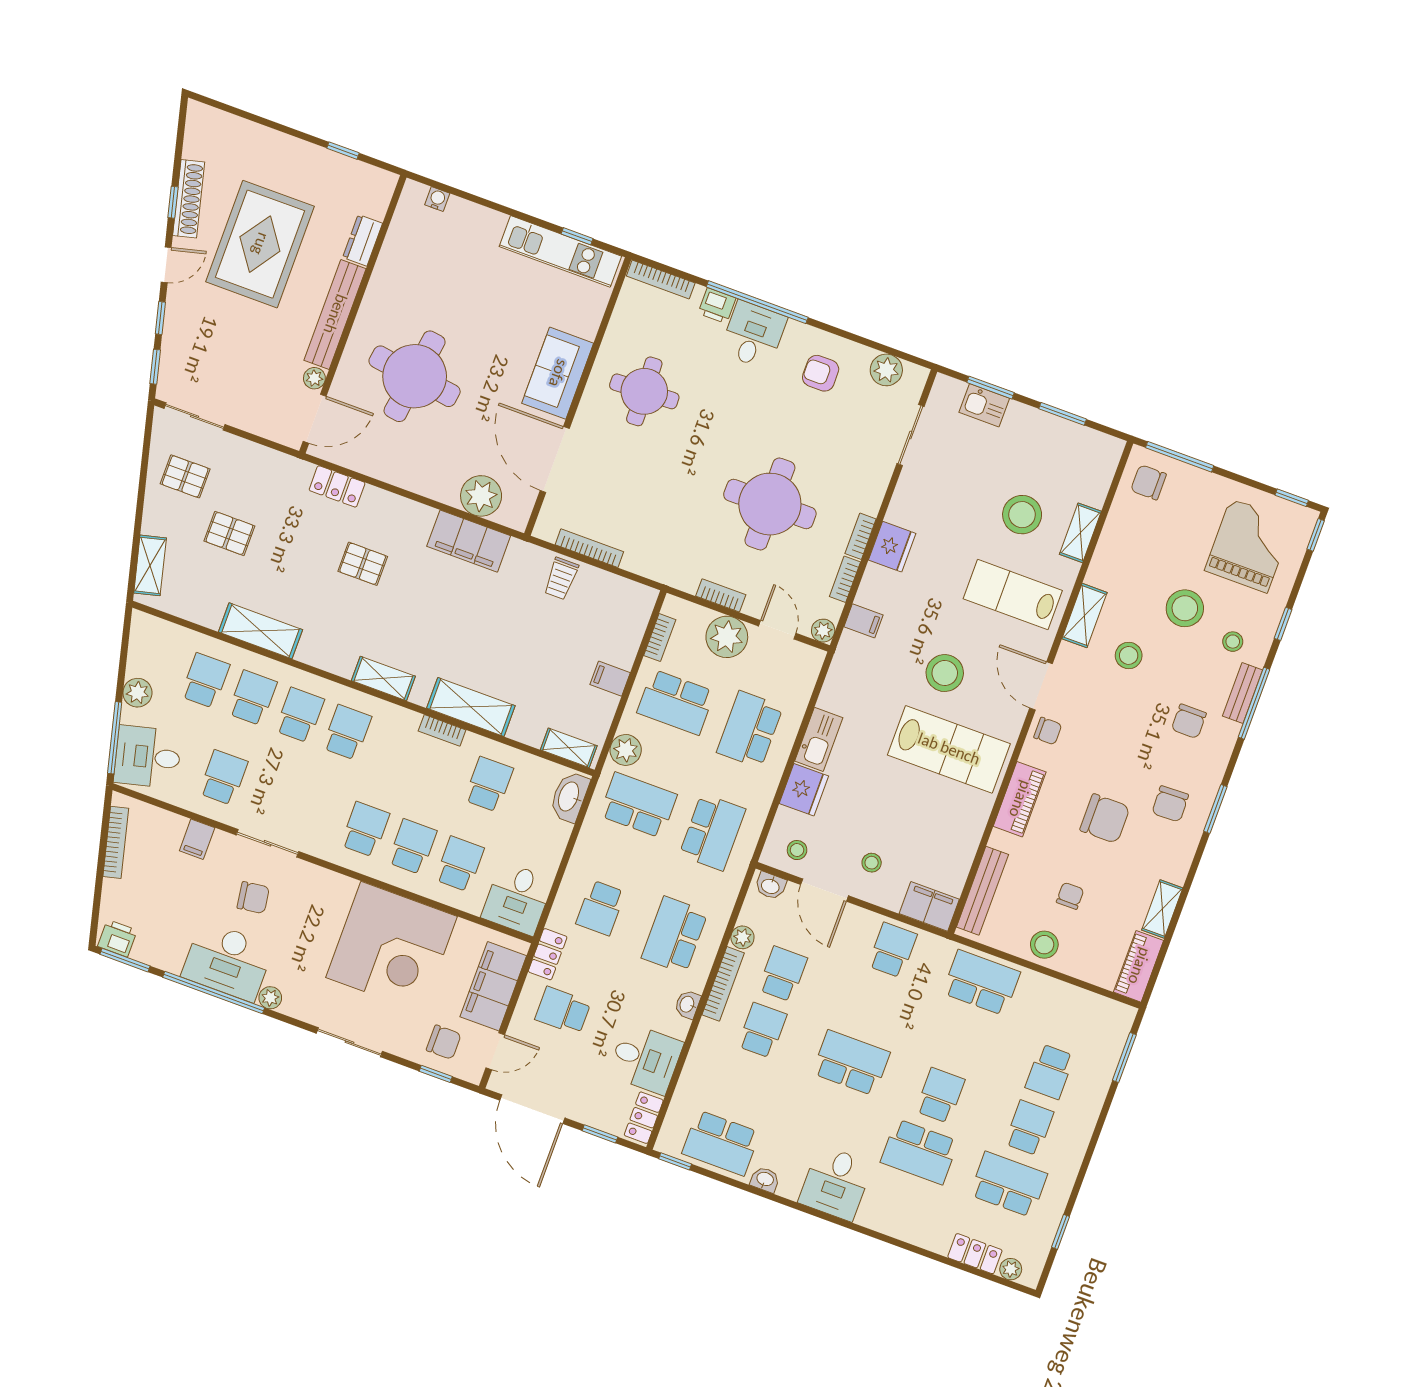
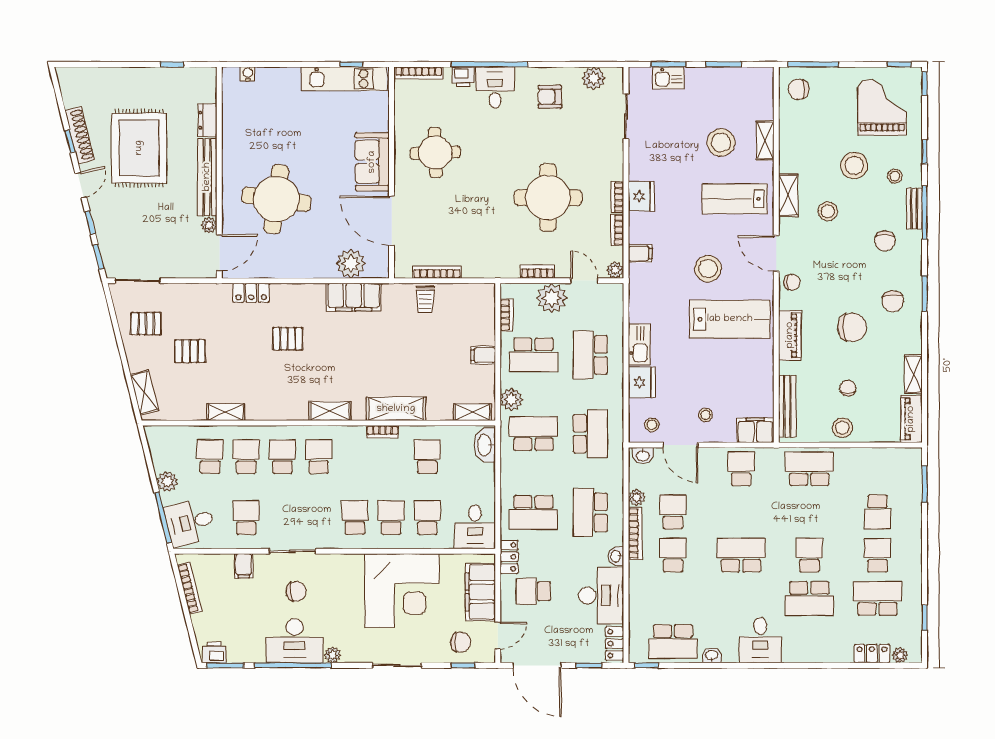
shelving: (260, 631) -> (226, 412), width x0.67, depth x0.75
school desk: (601, 908) -> (533, 512), width x1.85
desk: (646, 1059) -> (601, 596), width x1.37

